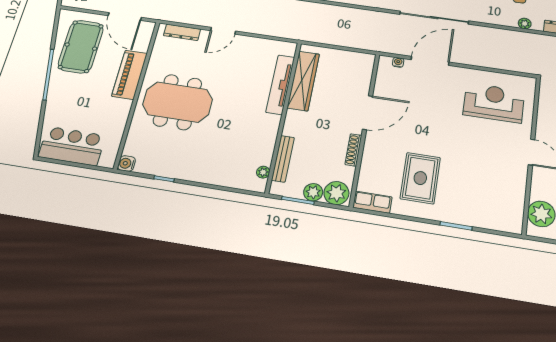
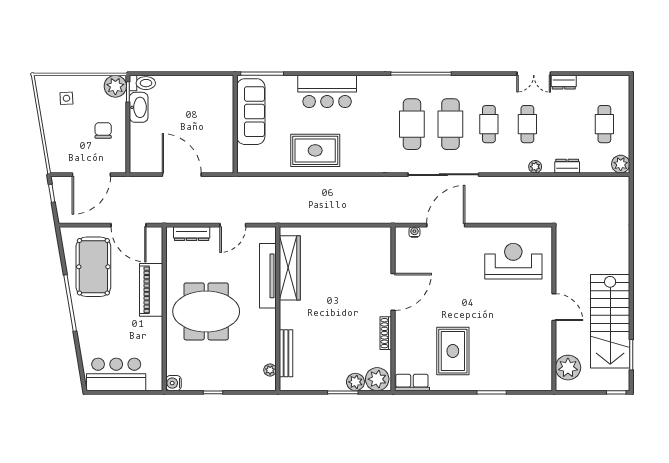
wardrobe: (303, 81) -> (290, 268), moved
tv unit: (280, 85) -> (268, 276), moved
wall: (284, 116) -> (278, 309), moved
bench: (283, 159) -> (286, 353), moved
plant: (263, 172) -> (270, 370), moved

